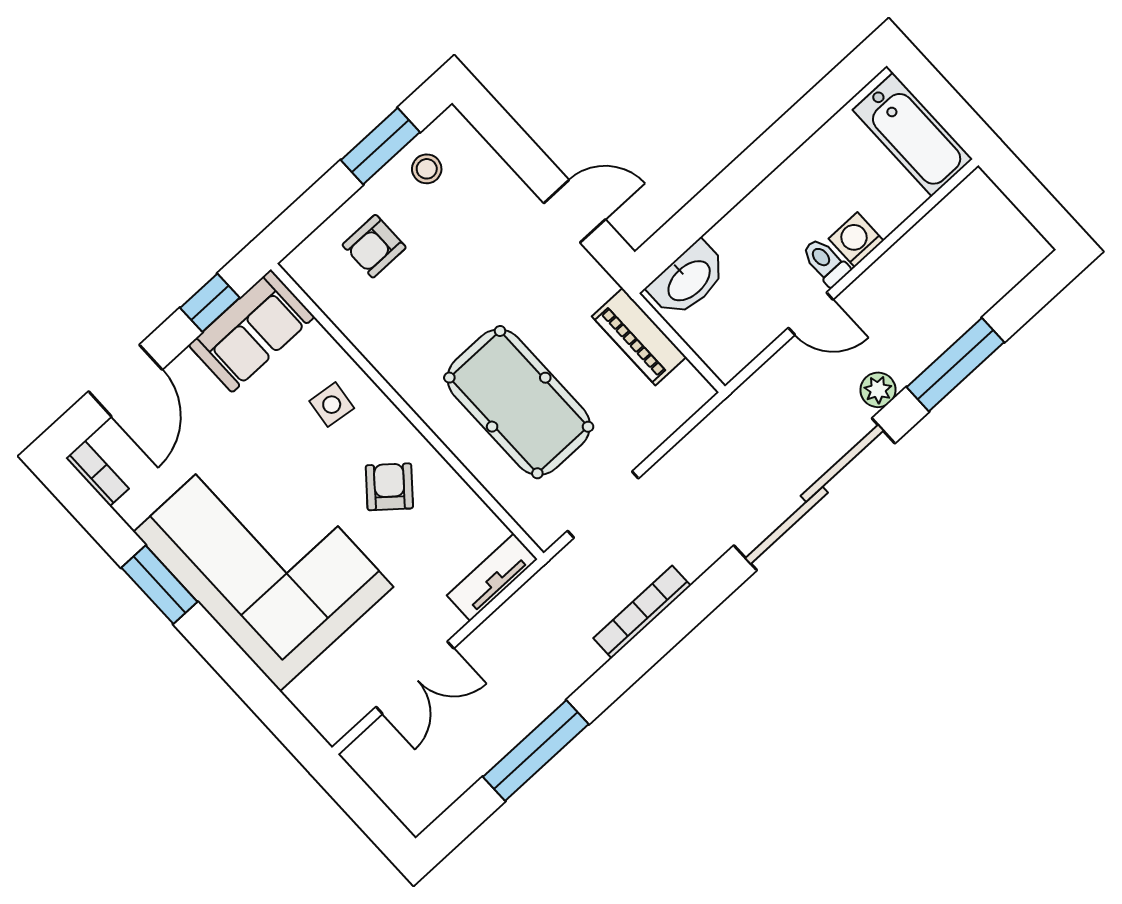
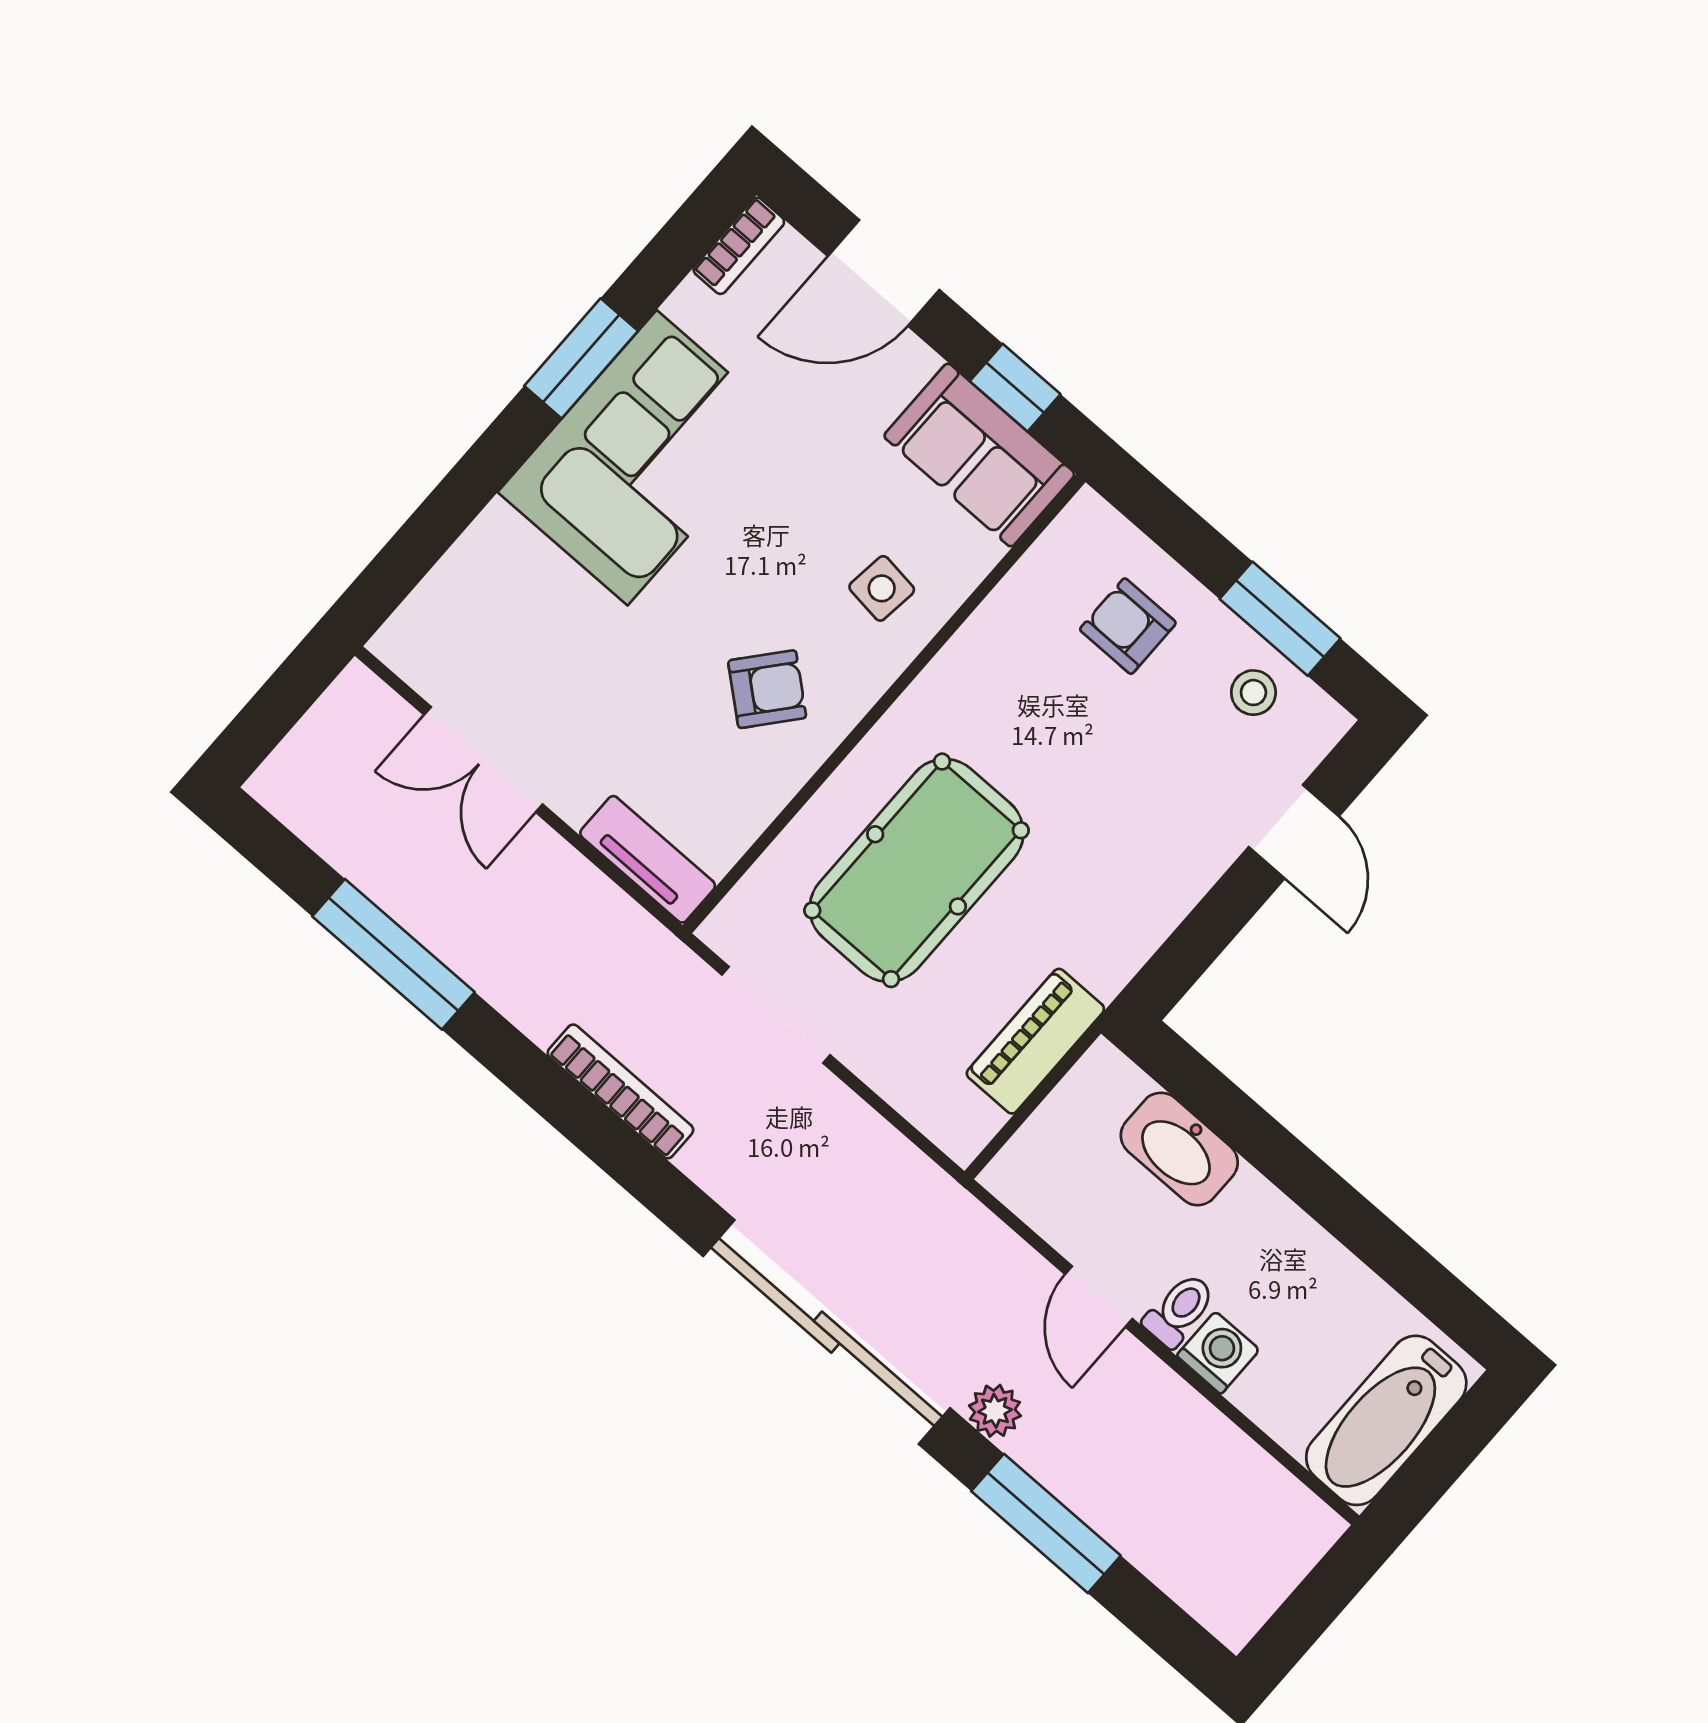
door: (575, 211) -> (1294, 832), moved
washbasin: (688, 280) -> (1179, 1149), moved
corner sofa: (263, 559) -> (642, 458), width x0.73, depth x0.74

